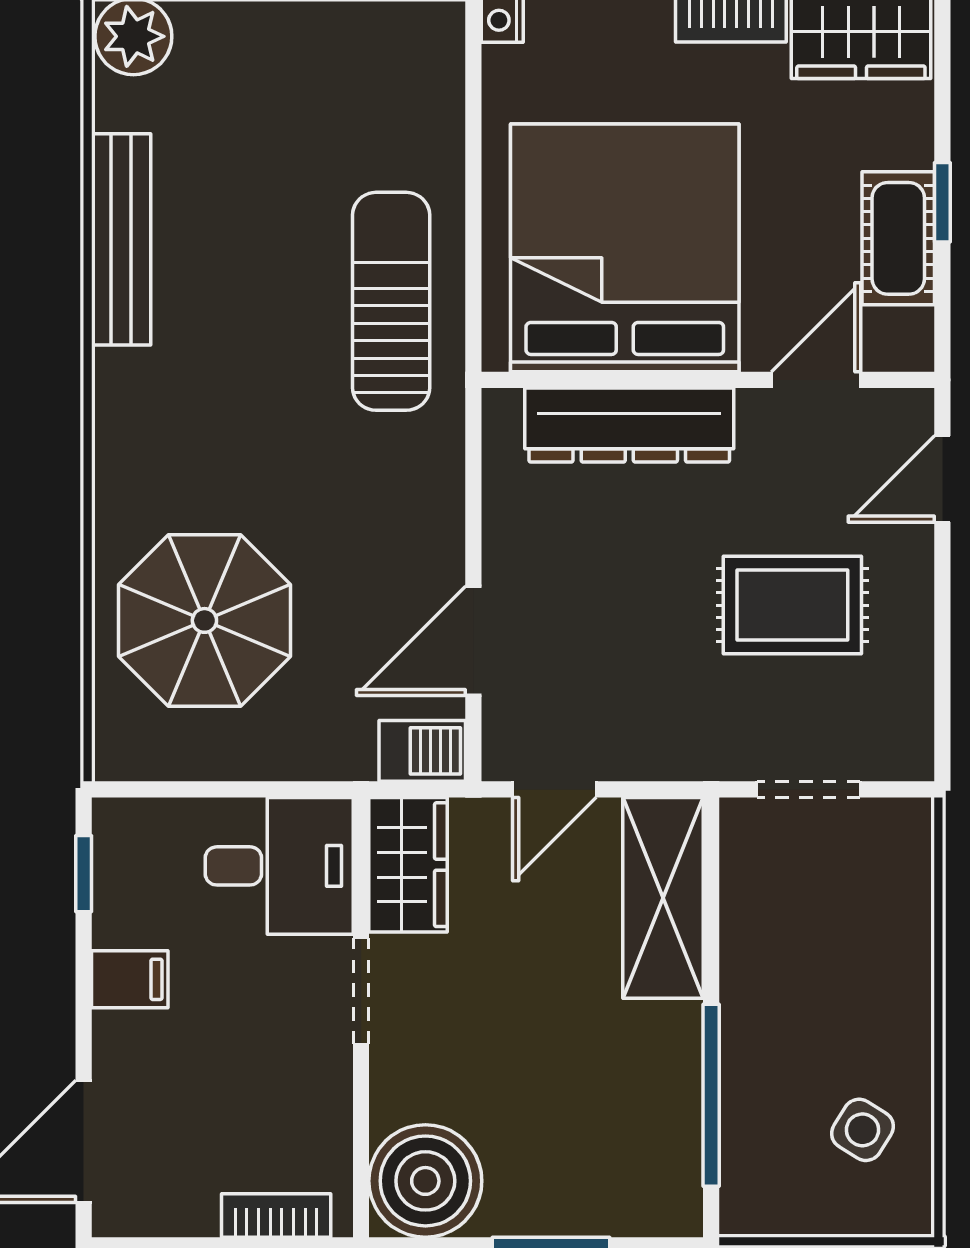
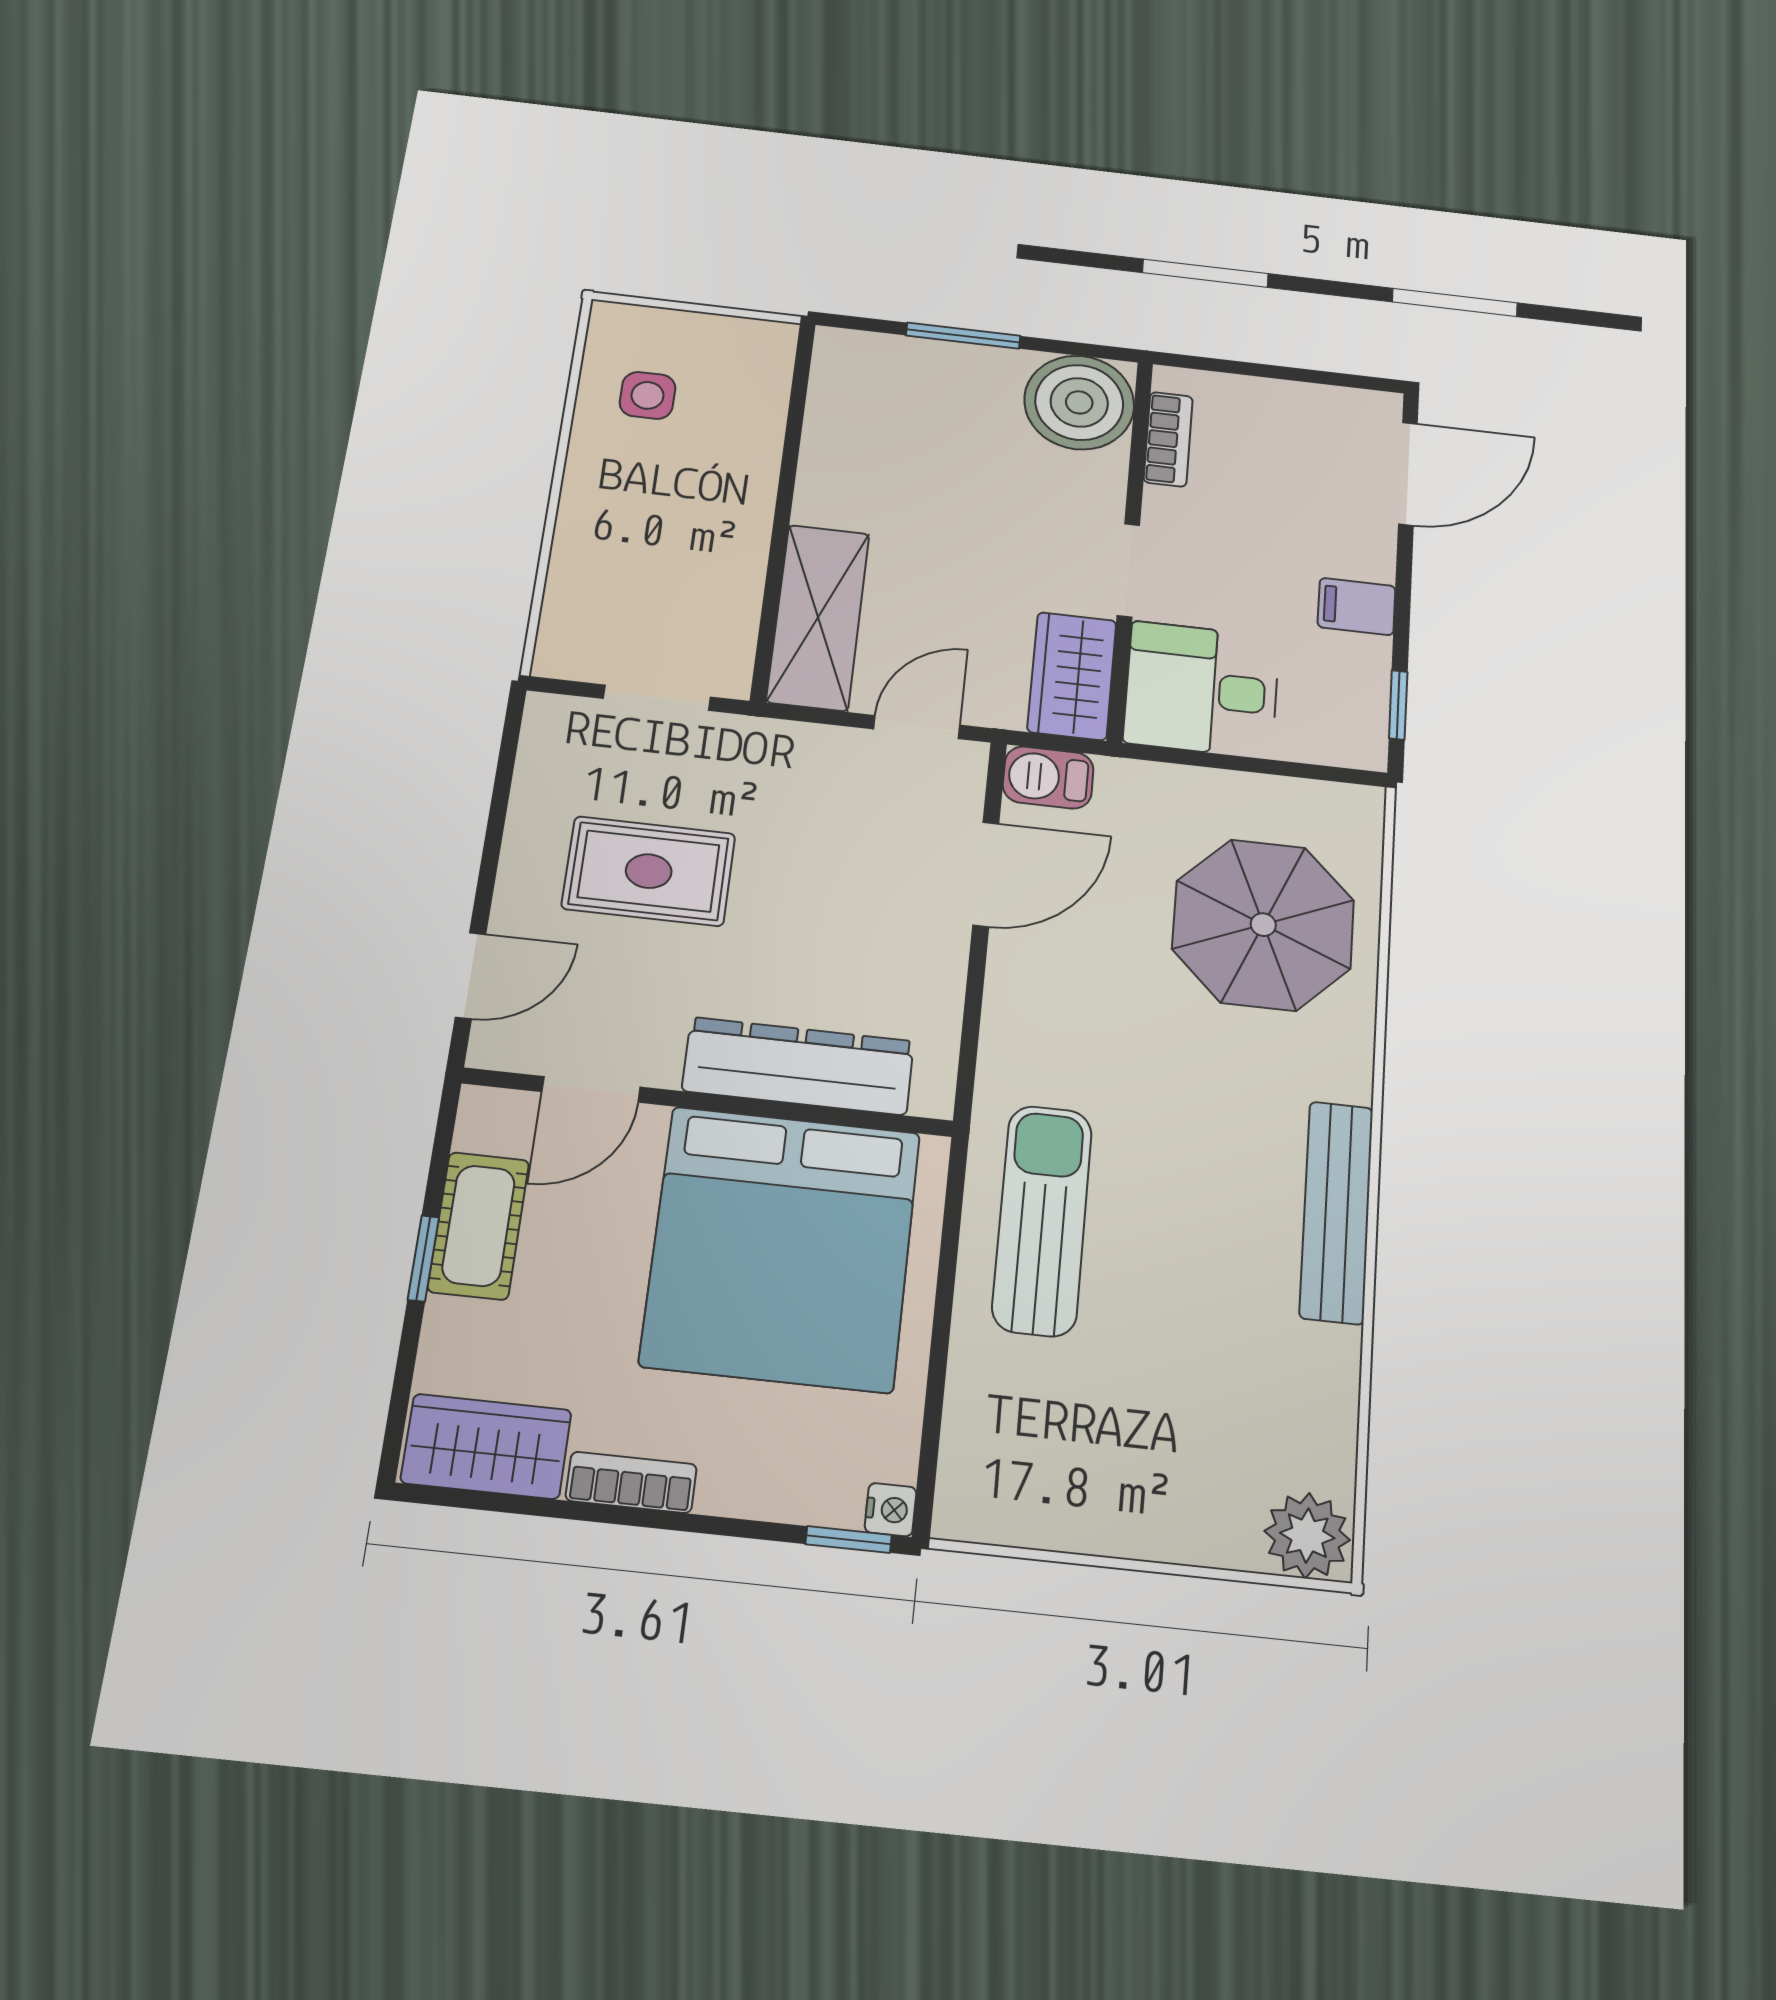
bench: (121, 239) -> (1336, 1212), moved
sun lounger: (391, 301) -> (1042, 1220), turned 180
window: (711, 1095) -> (792, 442), removed
side table: (862, 1130) -> (648, 395), turned -32
bookcase: (276, 1216) -> (1168, 439), moved, turned -90

